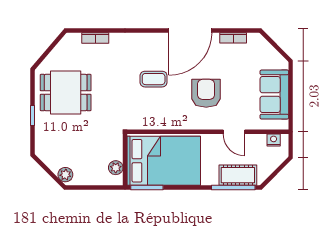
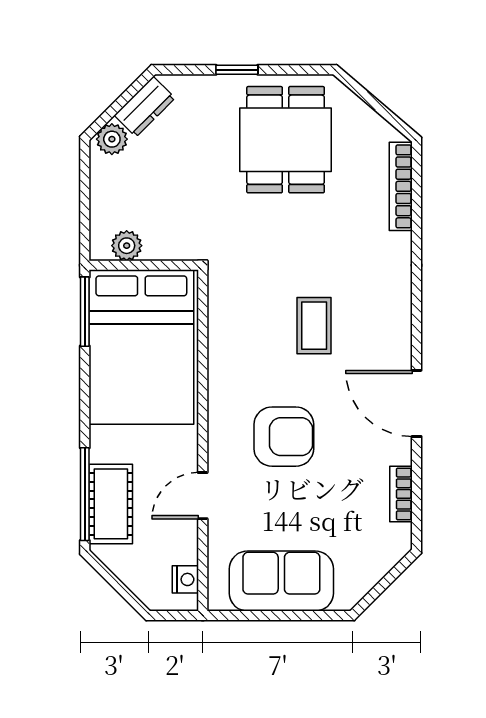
door: (190, 31) -> (417, 403), width x0.73
bookcase: (95, 38) -> (401, 186), width x1.56
dresser: (50, 159) -> (145, 107), added

